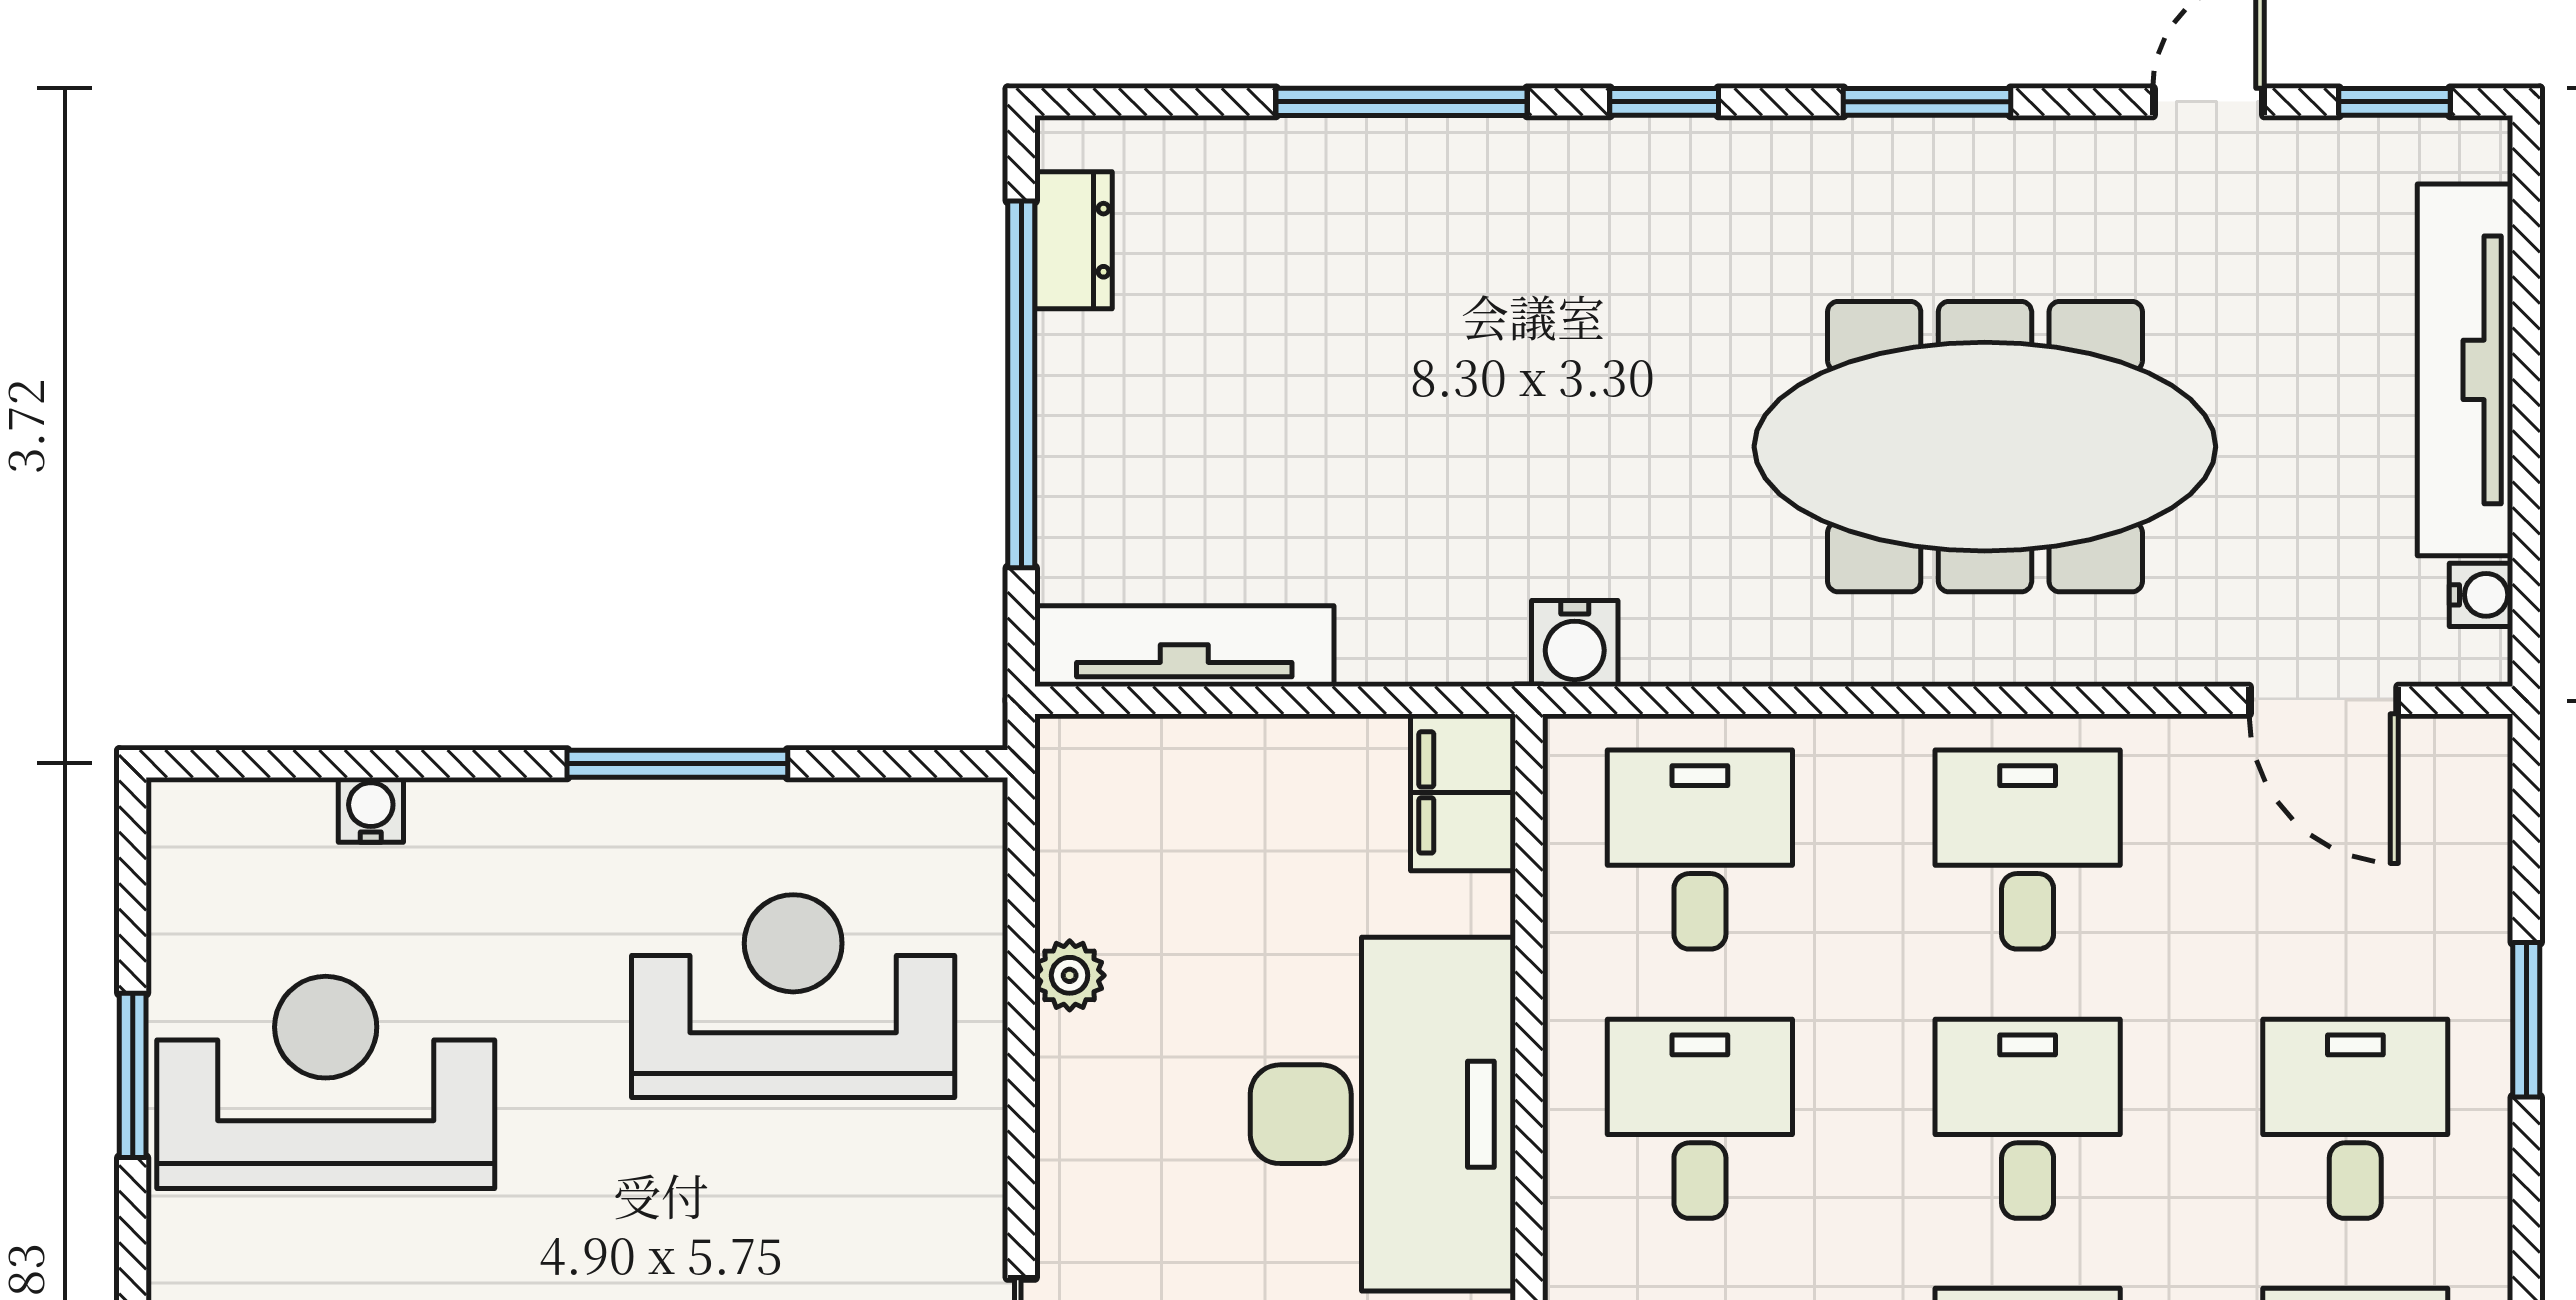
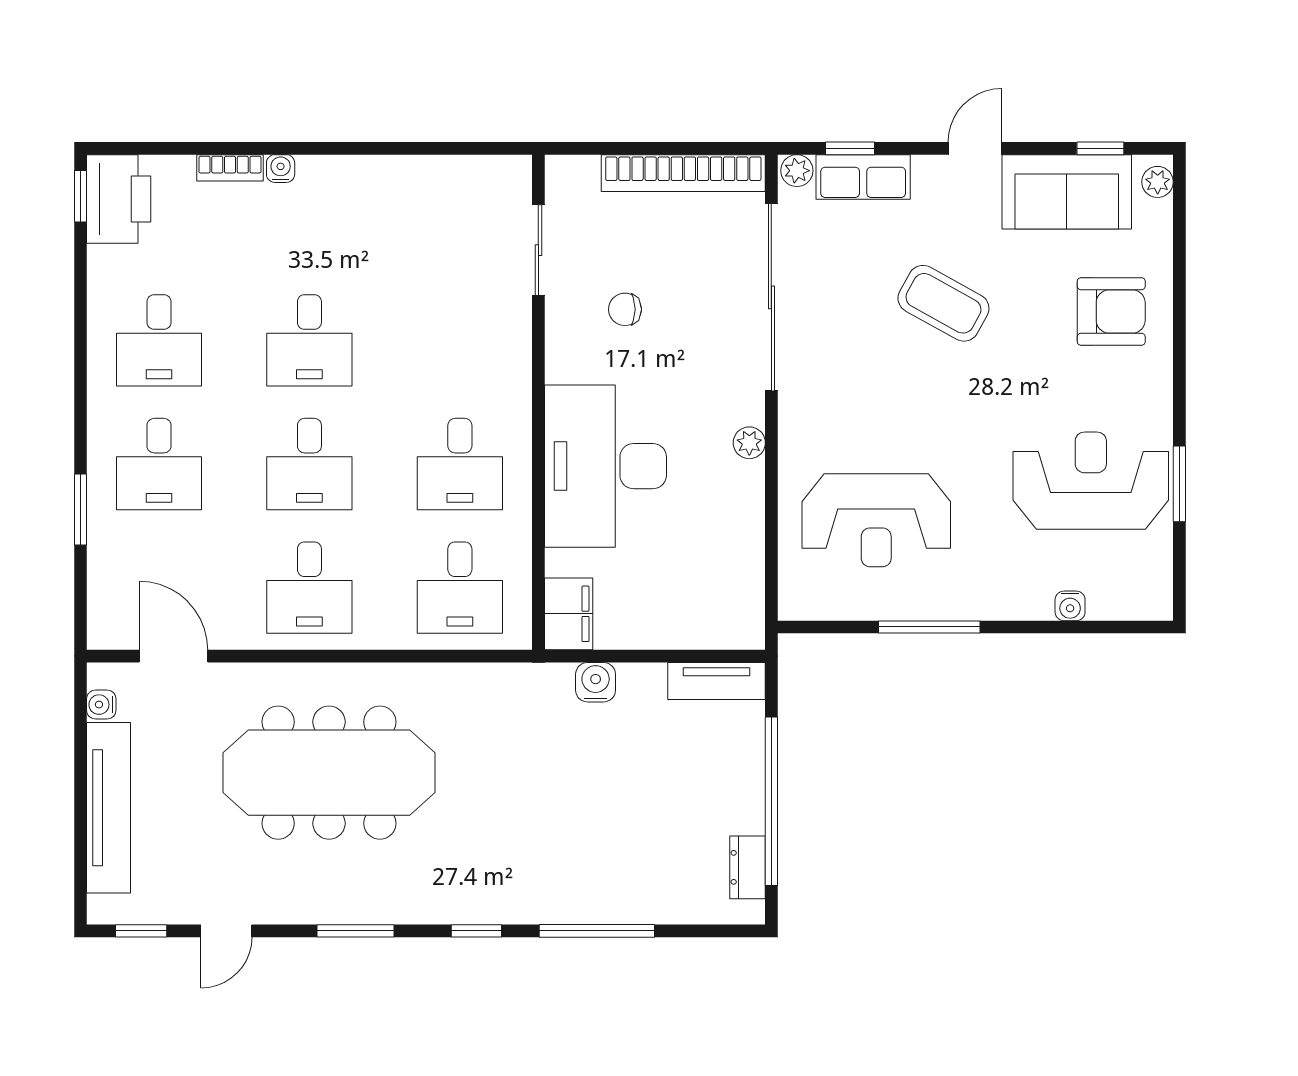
water cooler: (1575, 643) -> (596, 682), moved
tv unit: (1184, 646) -> (717, 681), width x0.71
plant: (1070, 975) -> (749, 443), moved
reception desk: (326, 1082) -> (1091, 481), turned 180

